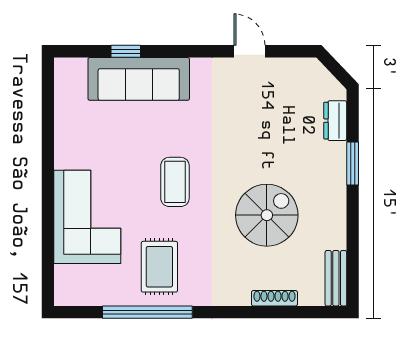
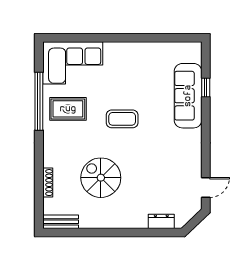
door: (249, 51) -> (206, 187), moved
window: (353, 164) -> (134, 232), removed
spiral stairs: (267, 215) -> (101, 178), turned 180
corner sofa: (87, 217) -> (73, 63), moved

